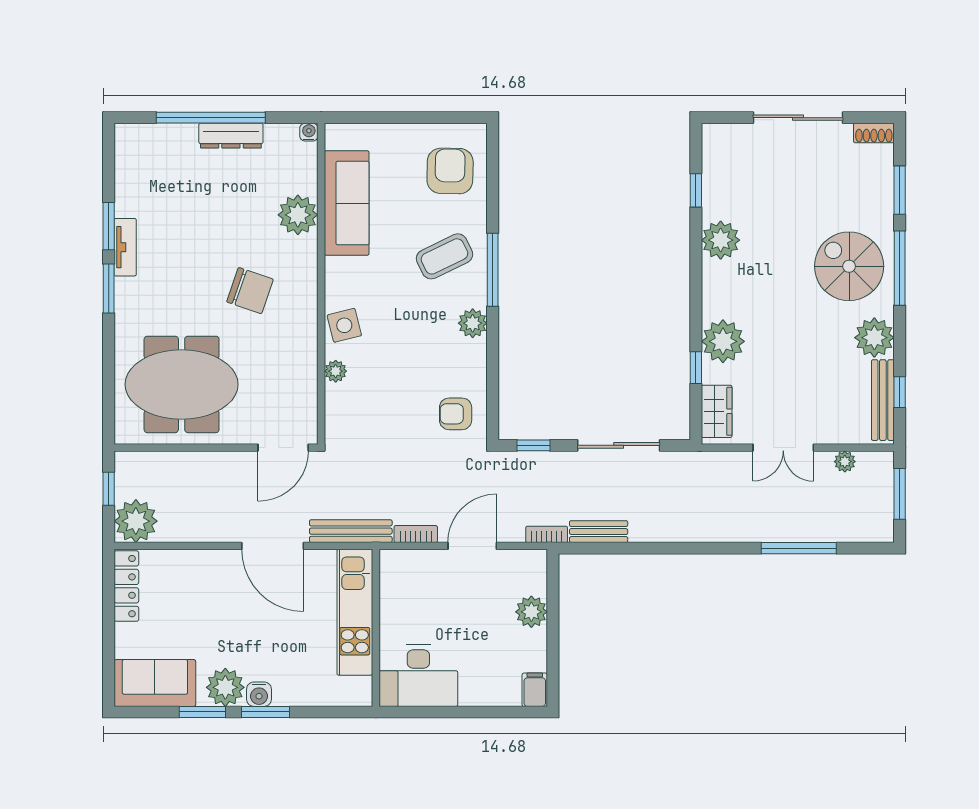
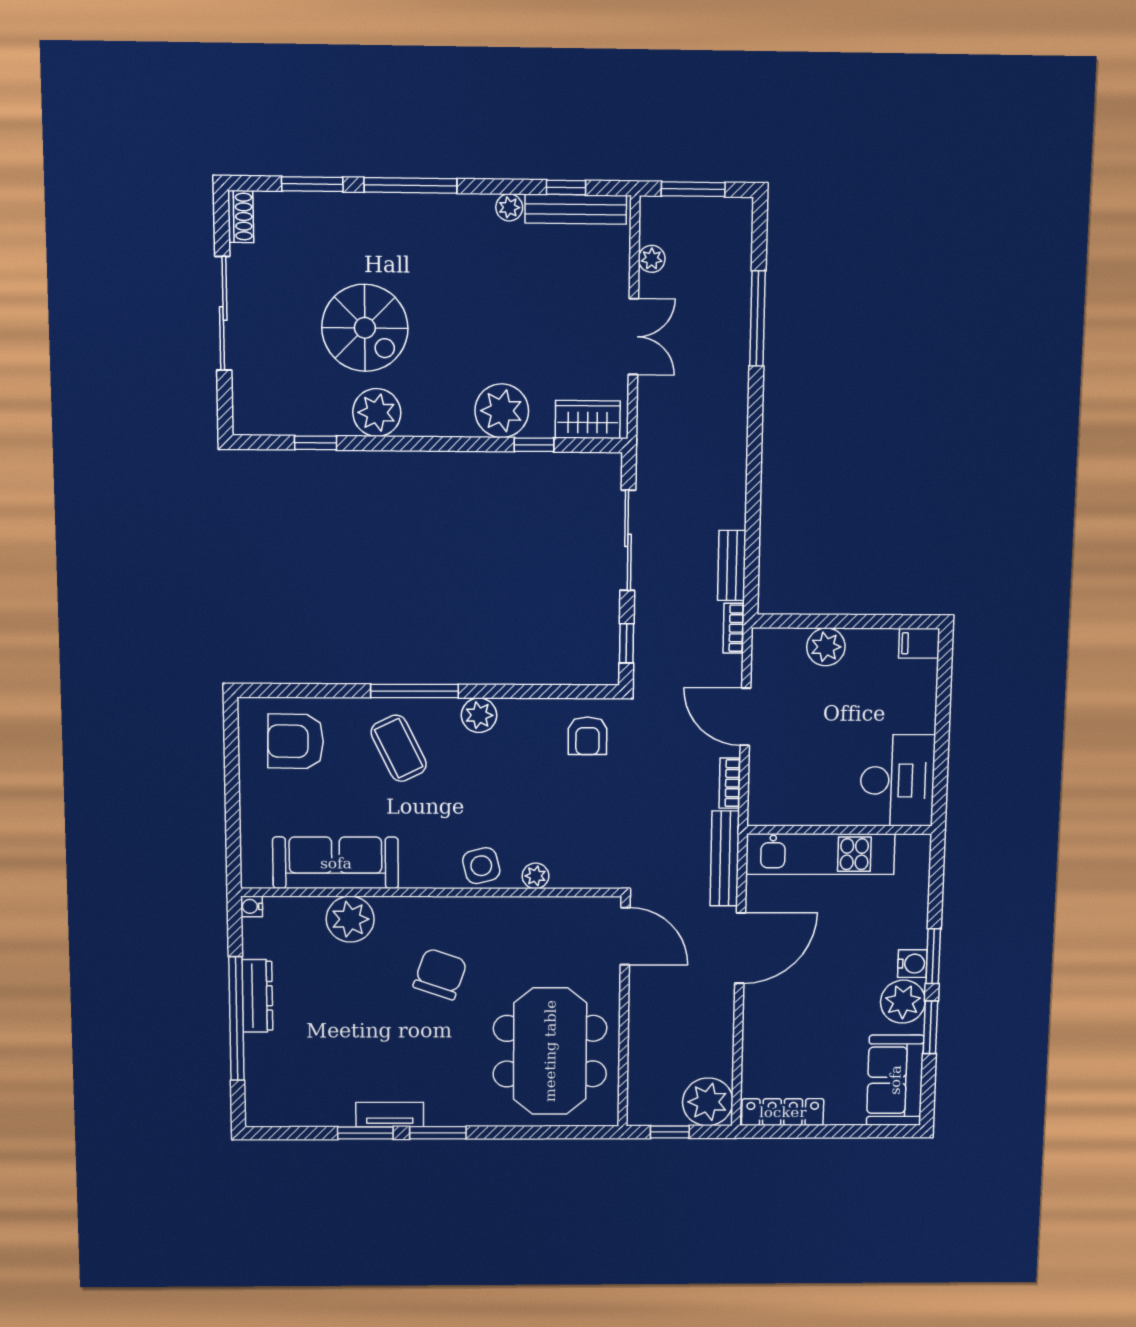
spiral stairs: (849, 266) -> (365, 328), moved, turned -90
plant: (874, 338) -> (509, 207), width x0.53, depth x0.53

